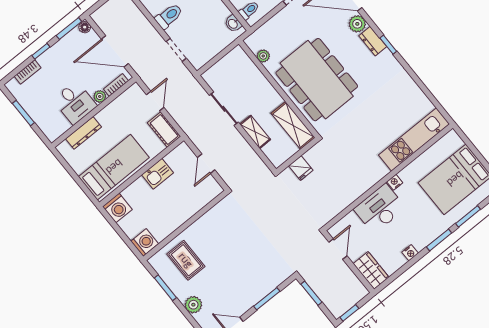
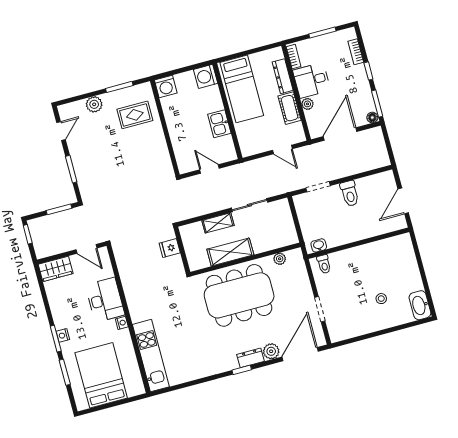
bookcase: (116, 85) -> (294, 57), moved
shelving: (293, 125) -> (230, 252), moved
cot: (164, 130) -> (289, 108), moved, turned 90
nightstand: (410, 253) -> (63, 335), moved

